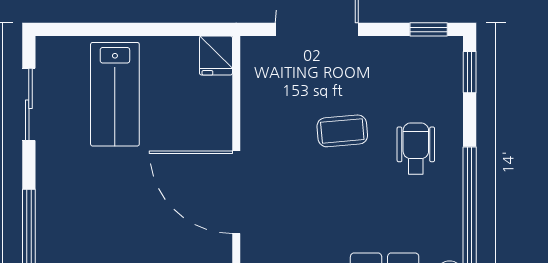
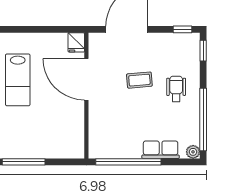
lab bench: (115, 94) -> (18, 80), moved
door: (236, 192) -> (86, 79), moved

